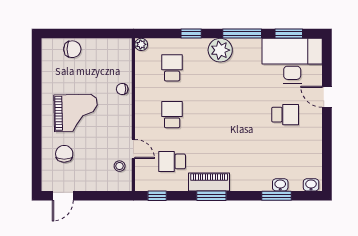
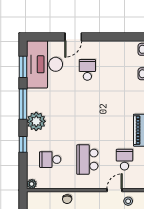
school desk: (172, 115) -> (87, 160), width x1.85
school desk: (172, 161) -> (124, 160), turned 180

